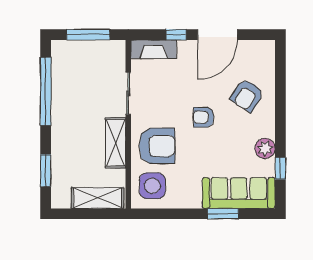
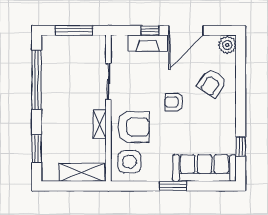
fireplace: (154, 49) -> (148, 43), moved
shelving: (115, 143) -> (100, 124), width x0.67, depth x0.75
plant: (265, 148) -> (227, 45), moved
window: (223, 214) -> (173, 186), moved

